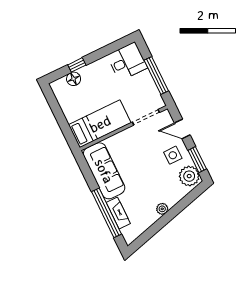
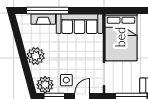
bed: (100, 124) -> (121, 37), width x1.50
plant: (162, 209) -> (36, 56), width x1.87, depth x1.87

